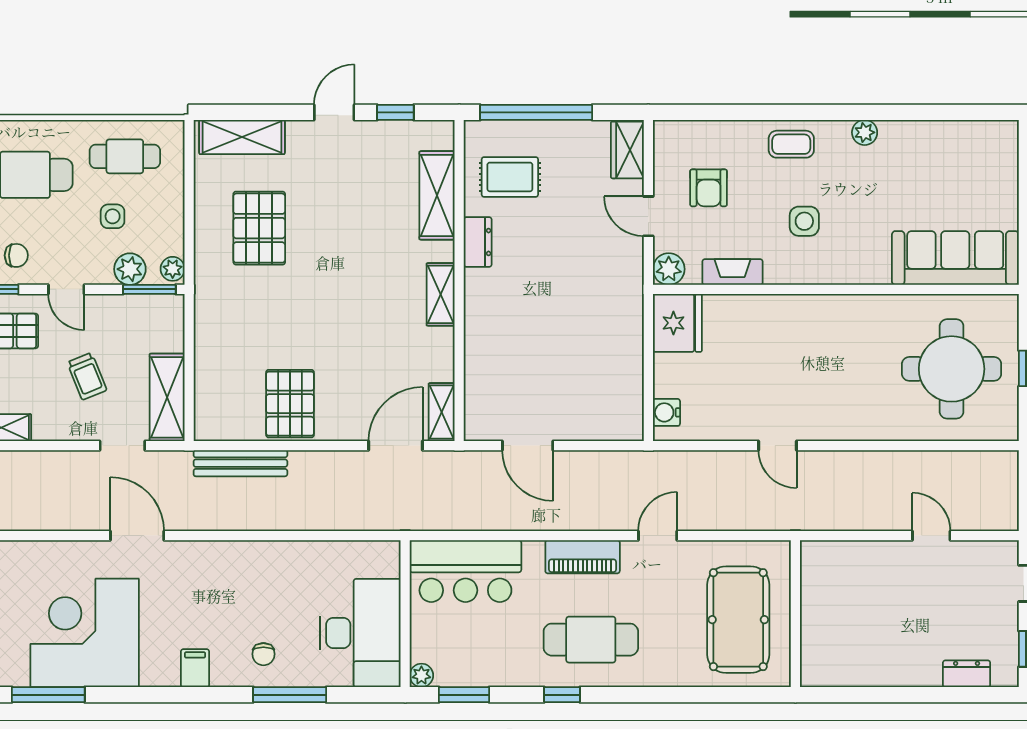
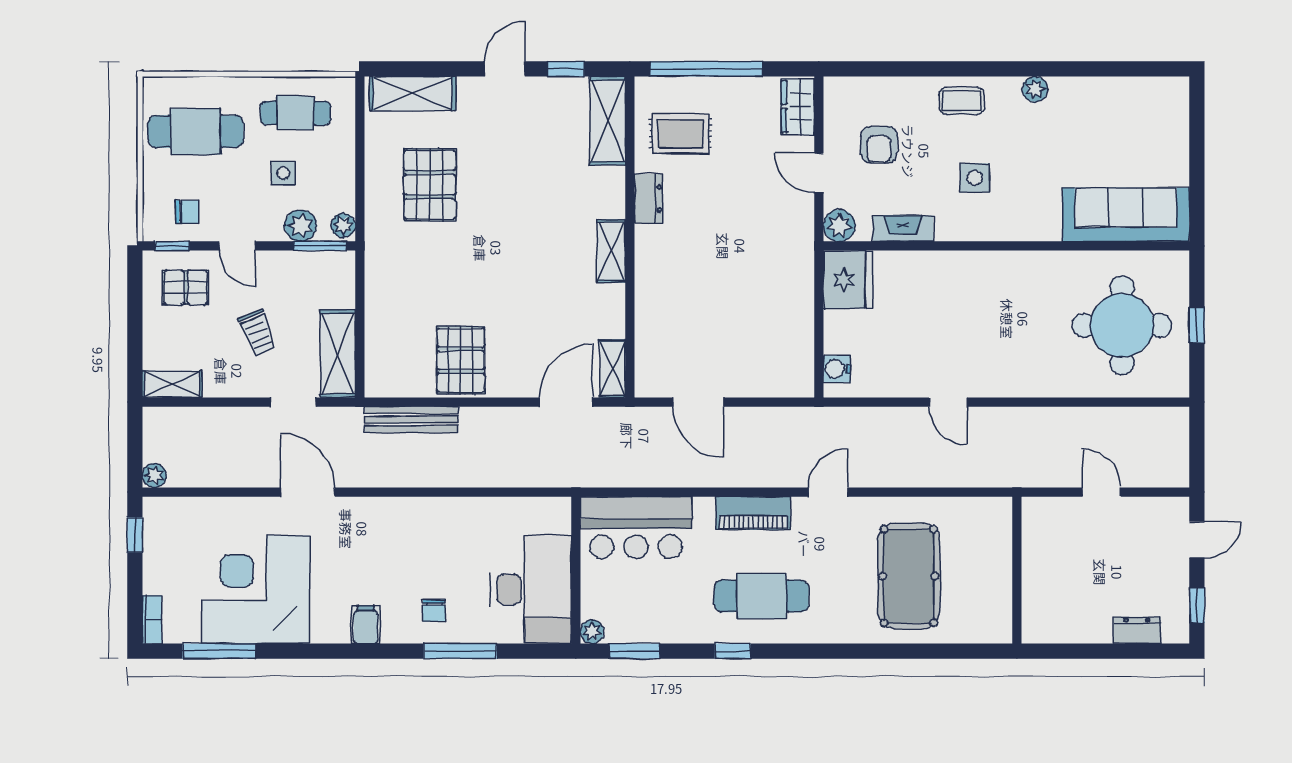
shelving: (437, 195) -> (608, 121), moved
wall: (795, 614) -> (1017, 570), moved

